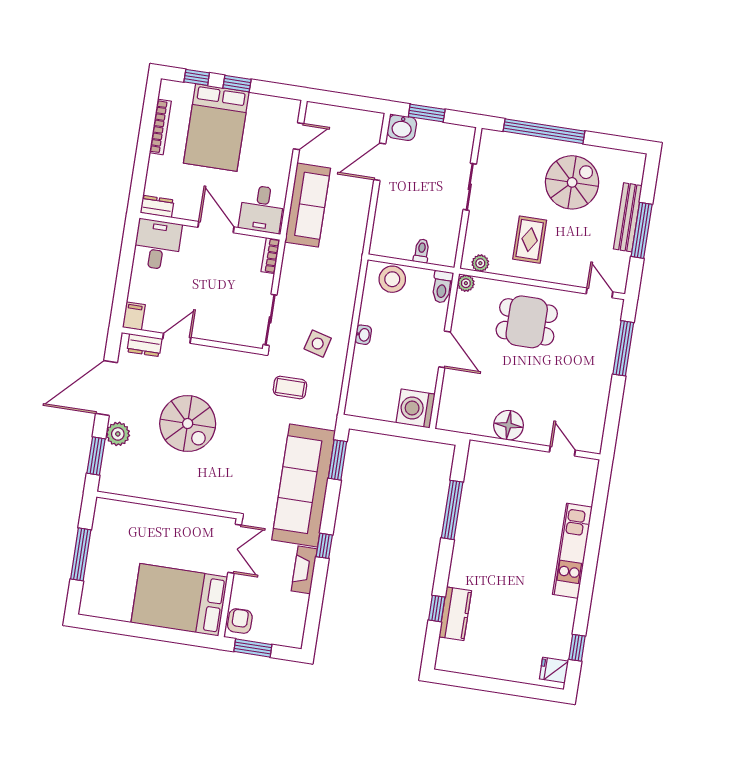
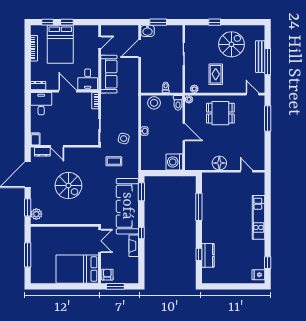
window: (544, 131) -> (215, 22), width x0.32
door: (177, 338) -> (57, 146), swing flipped
plant: (118, 434) -> (36, 214), moved

